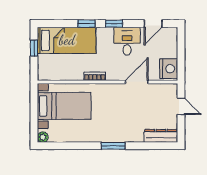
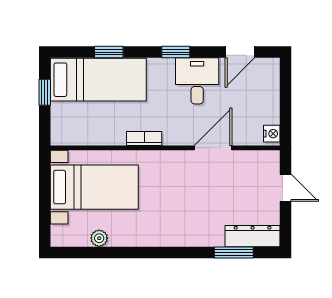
window: (86, 24) -> (109, 52), moved
nightstand: (169, 69) -> (272, 134), width x0.53, depth x0.56
plant: (43, 137) -> (99, 238), moved
window: (113, 146) -> (234, 252), moved

